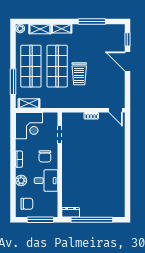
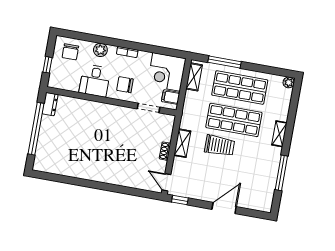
shelving: (40, 29) -> (182, 143), moved
window: (127, 39) -> (180, 200), moved
trolley: (79, 74) -> (220, 146), turned 180
door: (116, 110) -> (166, 182), hinge flipped
filing cabinet: (48, 119) -> (171, 97), added
window: (40, 220) -> (47, 65), width x0.46

